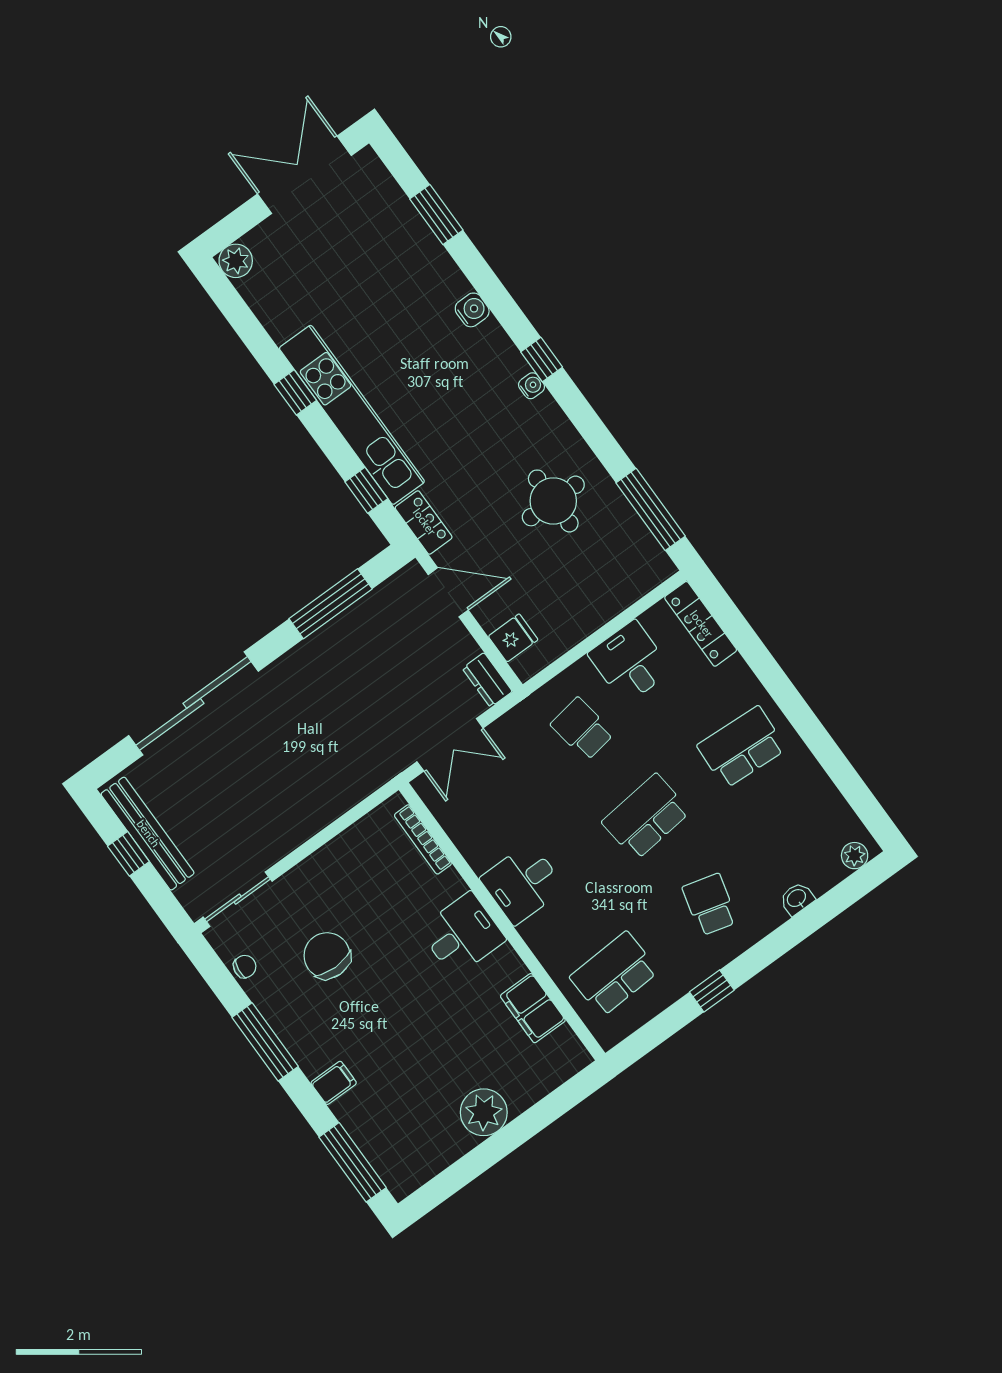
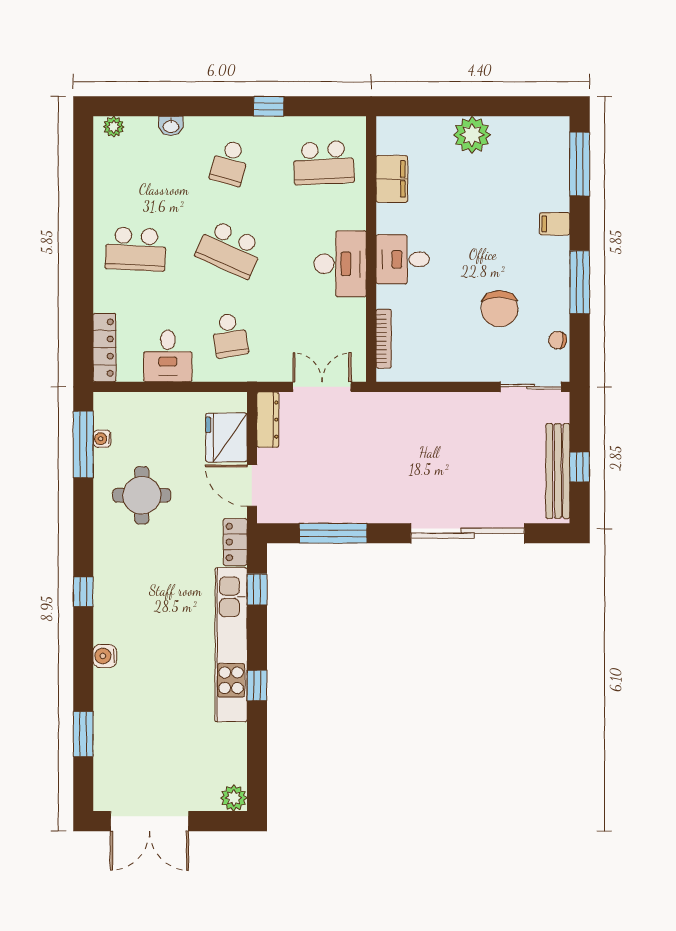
water cooler: (532, 386) -> (102, 439), moved
fridge: (513, 638) -> (226, 437), width x1.88, depth x1.34
dresser: (487, 680) -> (268, 420), width x1.44
school desk: (646, 817) -> (230, 249), turned 30
desk: (523, 883) -> (340, 264), width x1.37

